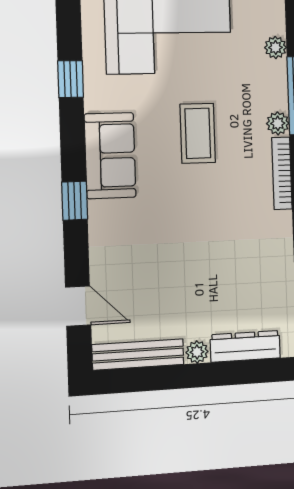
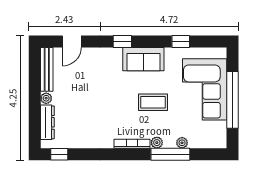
plant: (276, 47) -> (182, 143), moved

